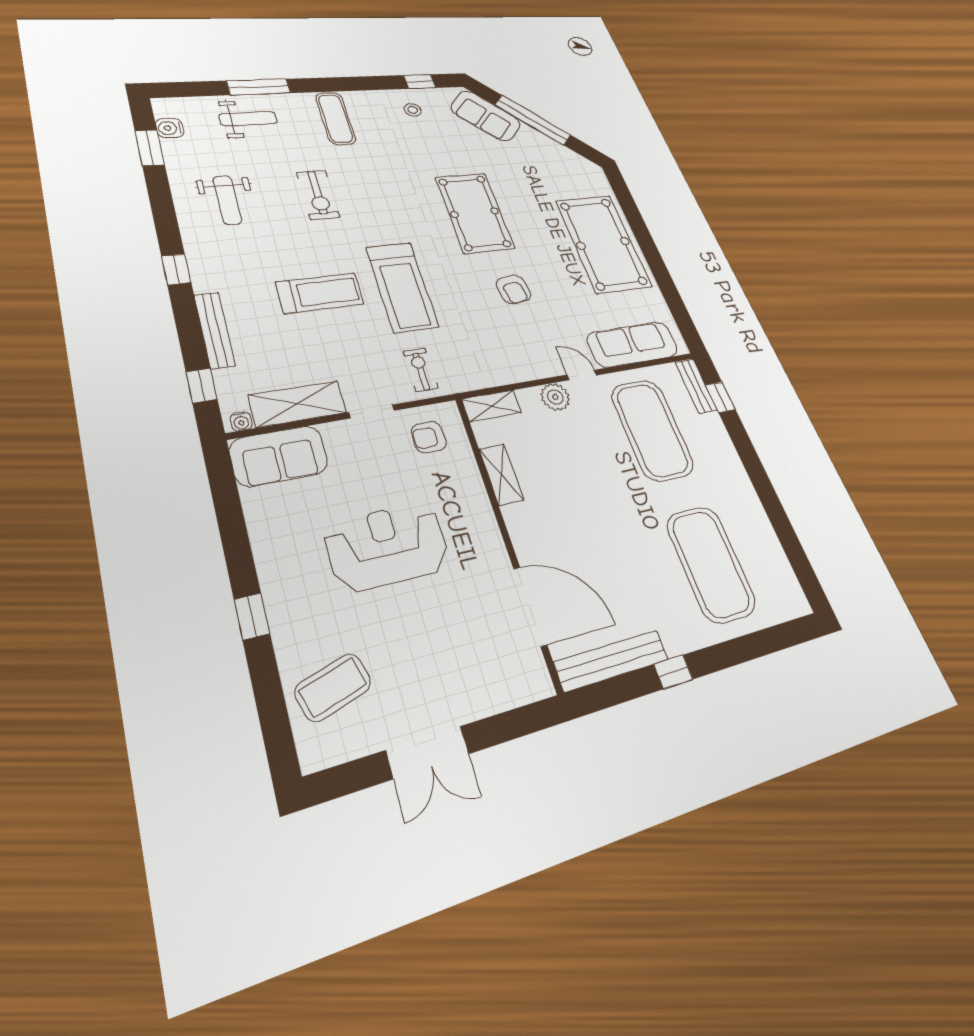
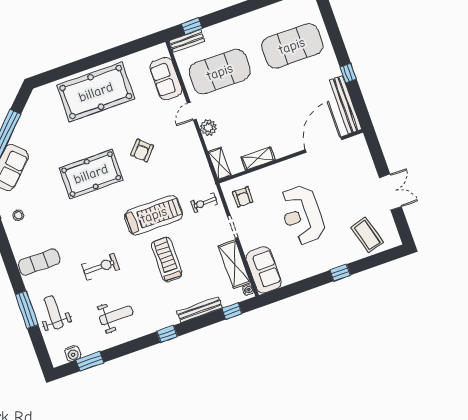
armchair: (514, 289) -> (142, 150), turned 140
sofa: (632, 344) -> (166, 79), width x0.73

